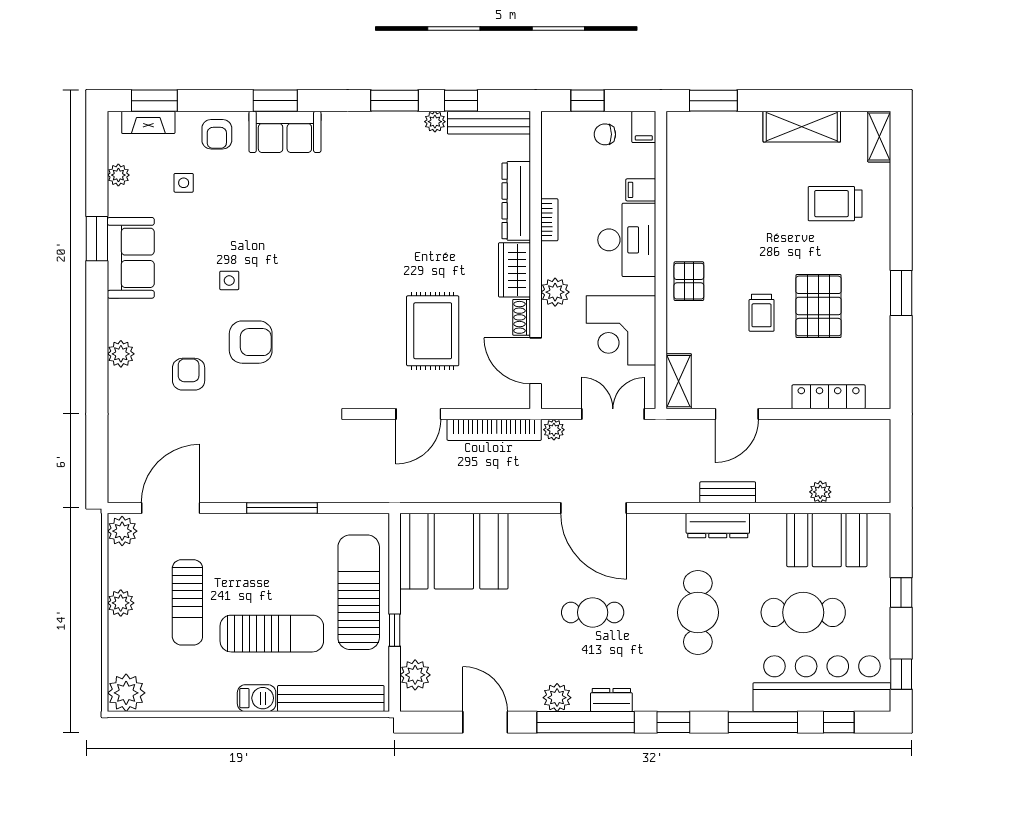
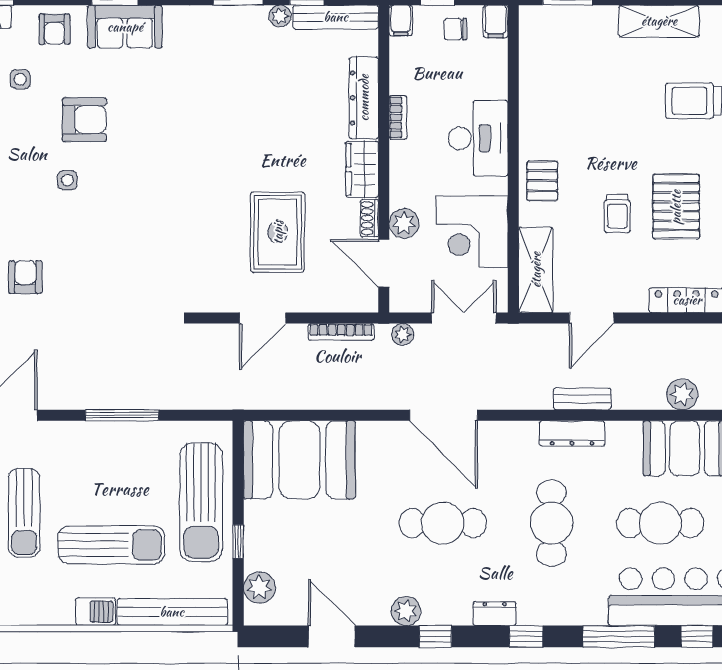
filing cabinet: (641, 190) -> (401, 21), moved, turned -90
plant: (555, 292) -> (404, 223), moved
armchair: (251, 342) -> (84, 120), moved
shelving: (679, 381) -> (536, 270), width x1.50, depth x1.33
bookcase: (494, 430) -> (341, 332), width x0.68, depth x0.76
plant: (820, 492) -> (682, 394), width x1.38, depth x1.38
sun lounger: (359, 592) -> (201, 502), turned 180
cafe table: (593, 612) -> (443, 523), width x1.37, depth x1.35
dresser: (611, 700) -> (495, 614), moved
window: (586, 722) -> (435, 636), width x0.32

